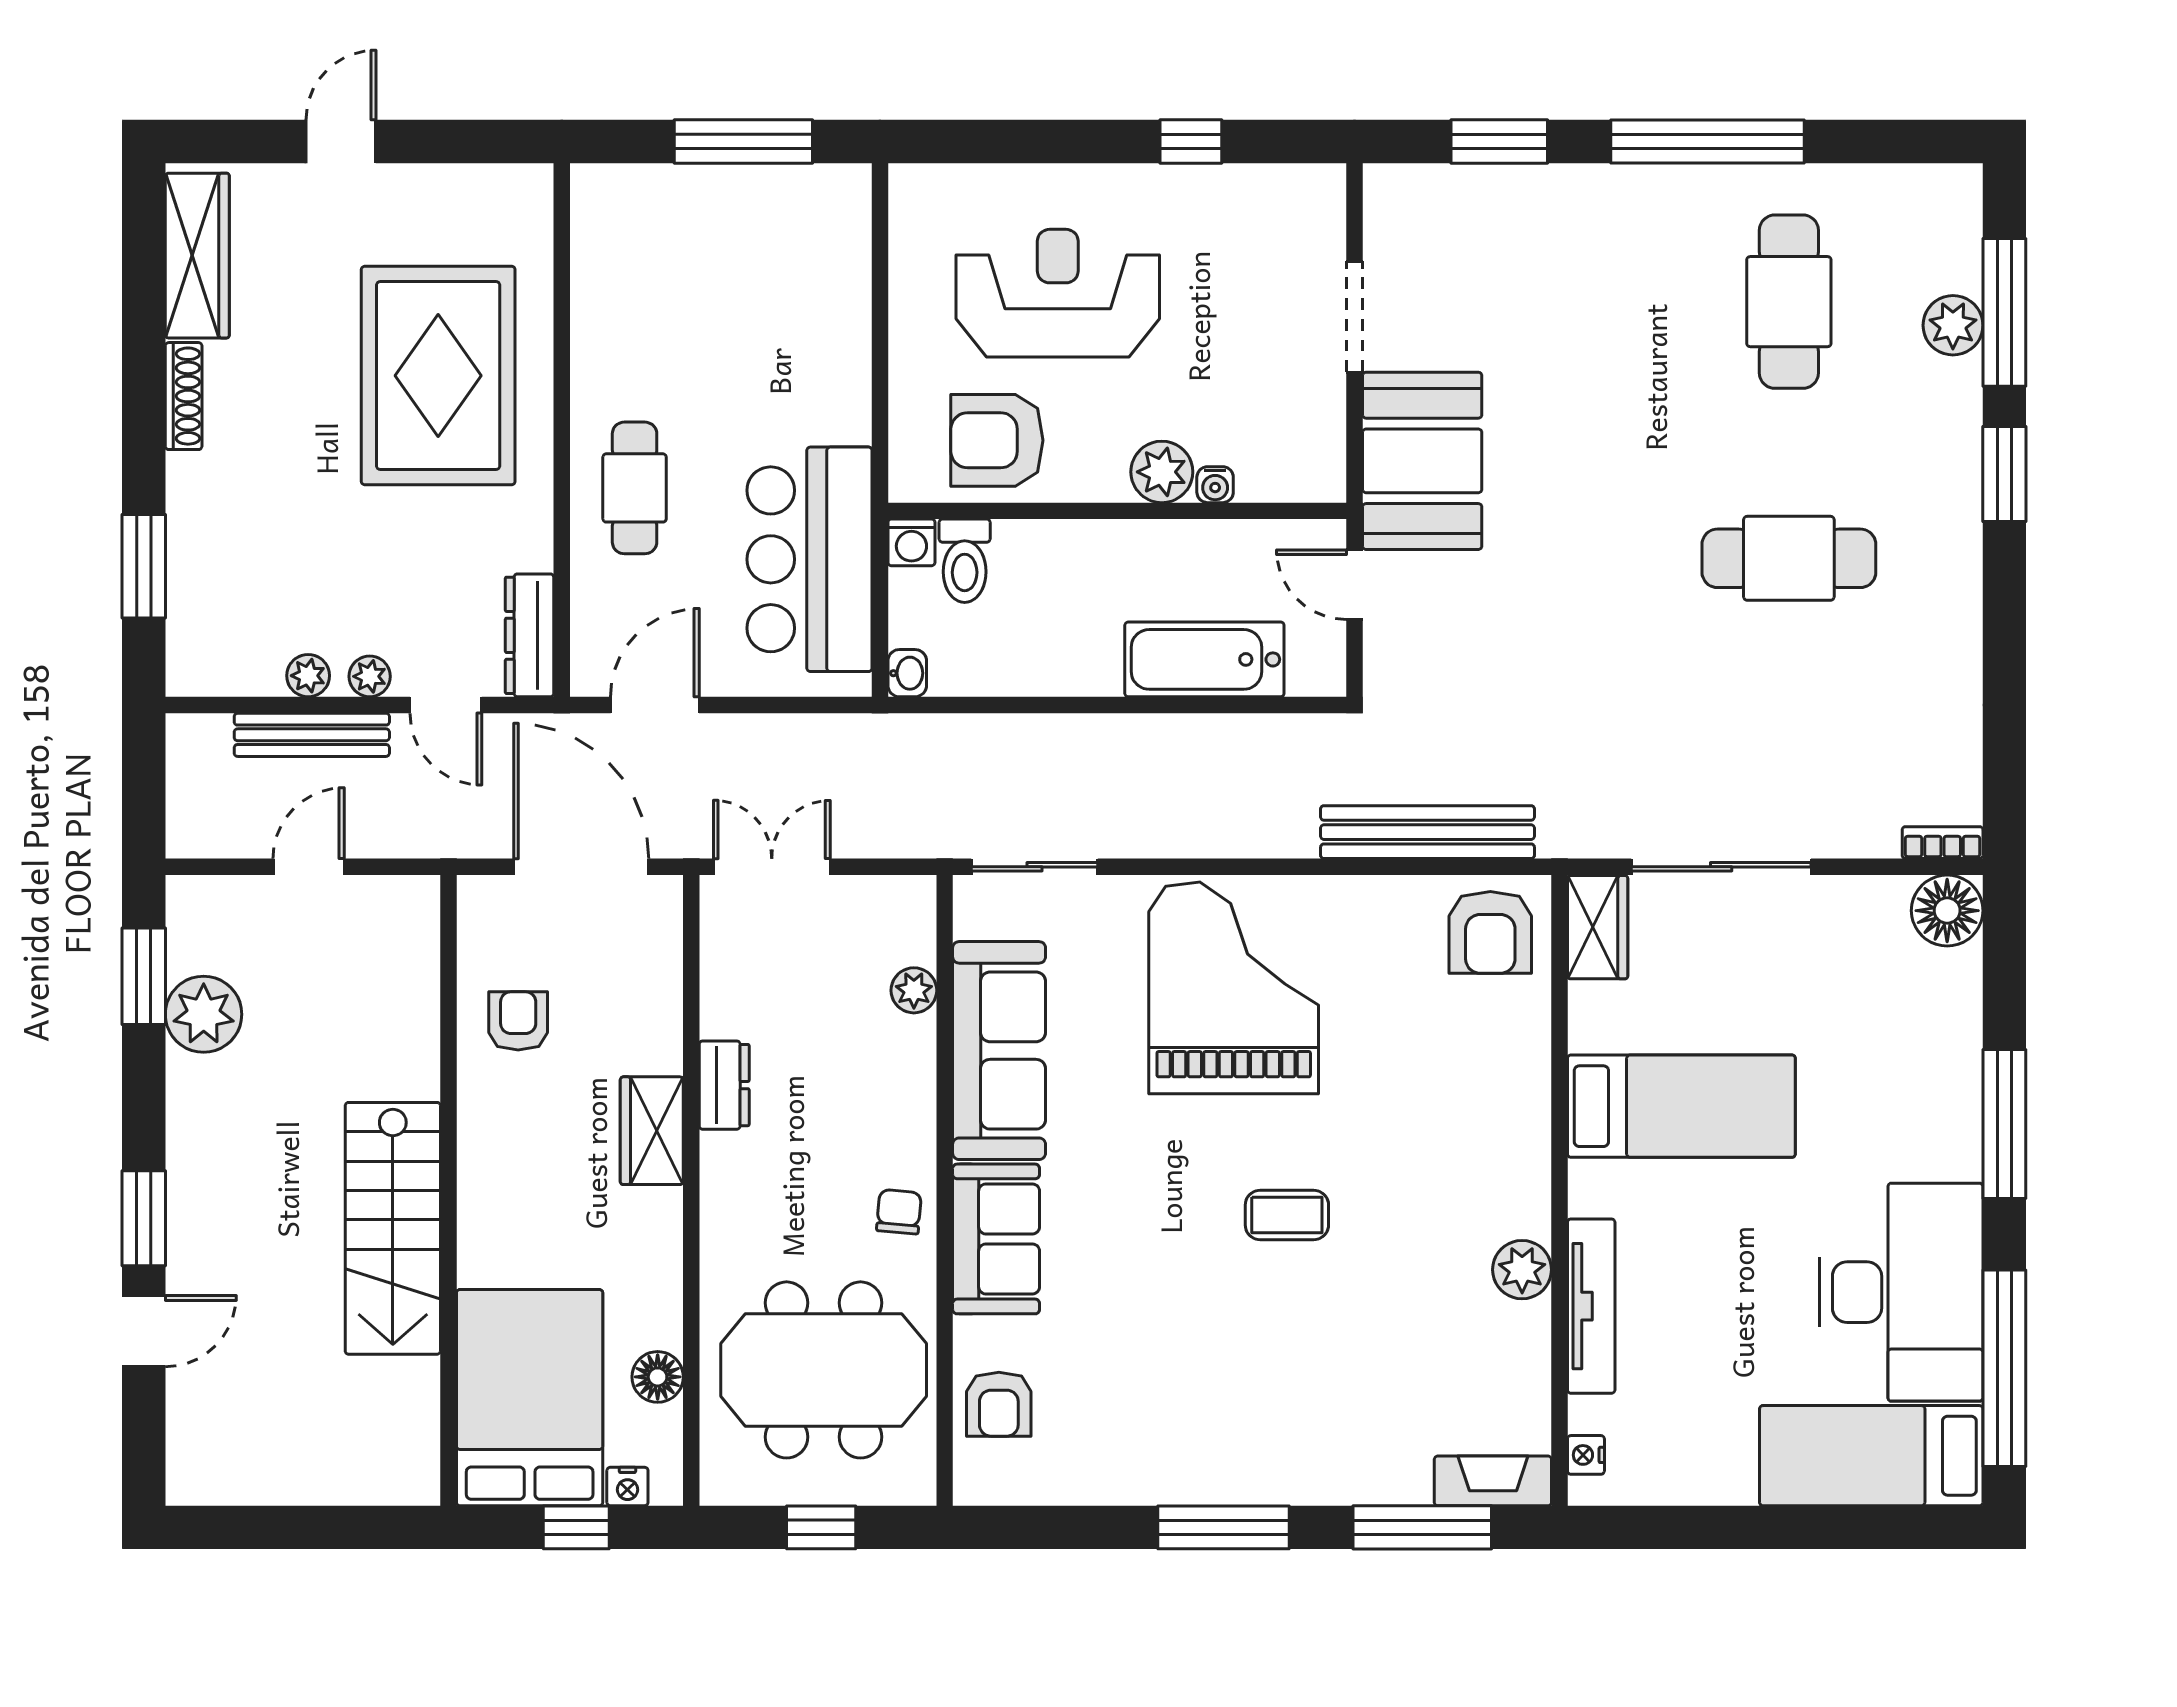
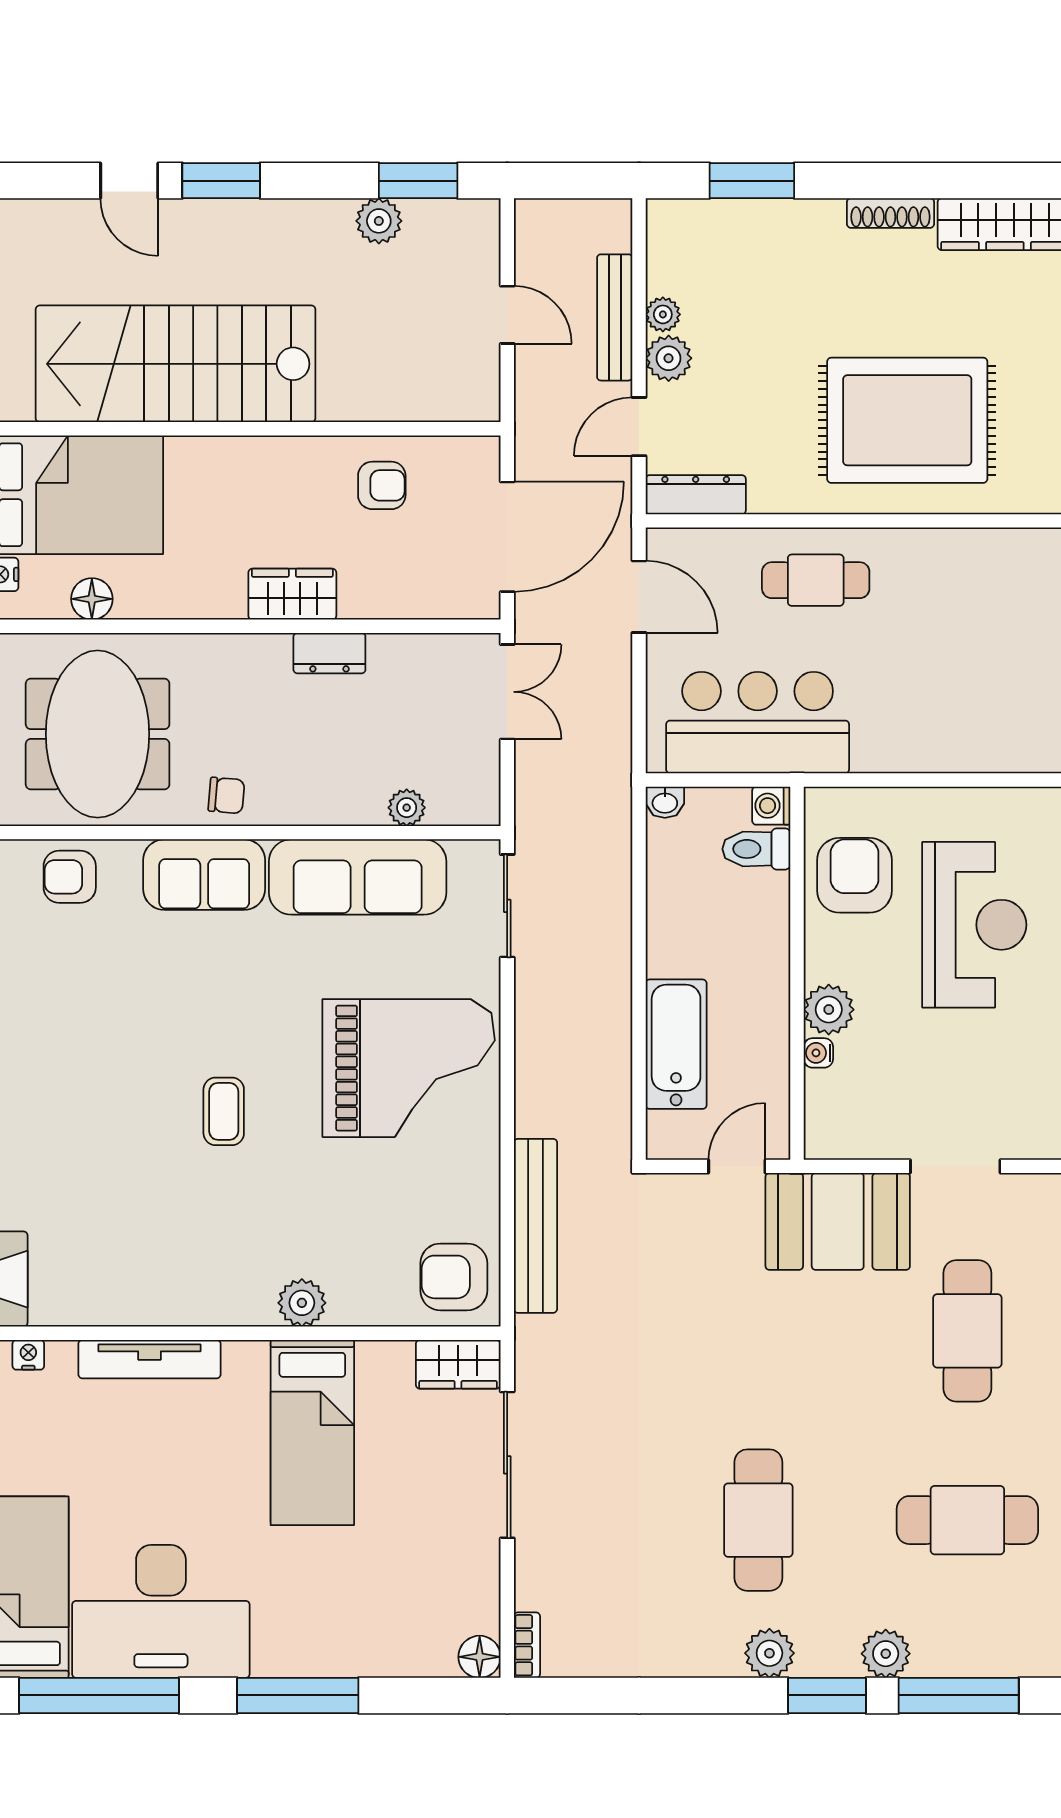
cafe table: (1556, 302) -> (967, 1331), added
plant: (1953, 325) -> (886, 1654), moved
plant: (1952, 545) -> (769, 1653), added
plant: (370, 676) -> (669, 358), width x1.38, depth x1.38
floor lamp: (1947, 911) -> (480, 1657), width x0.73, depth x0.73
plant: (204, 1014) -> (379, 221), width x0.73, depth x0.73
stairs: (393, 1228) -> (176, 364), width x1.36, depth x1.51
plant: (1522, 1270) -> (302, 1303), moved

